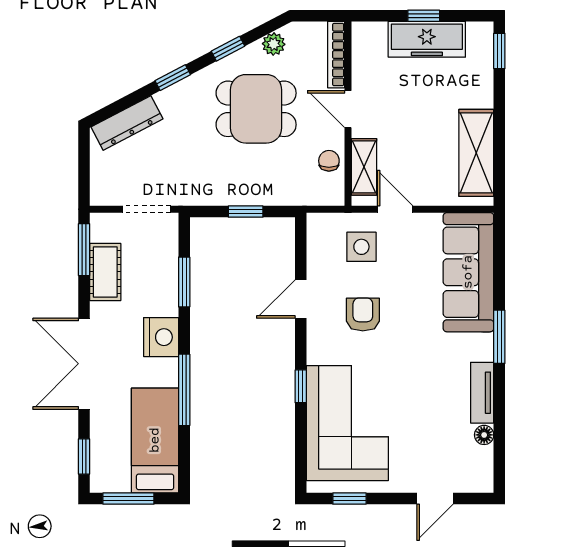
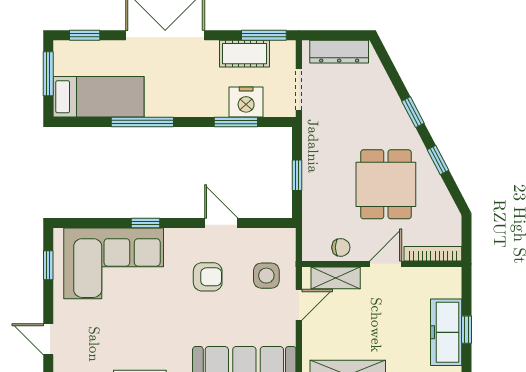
plant: (274, 44) -> (442, 200), removed
dresser: (127, 123) -> (339, 52), moved, turned -62
nightstand: (161, 337) -> (246, 102), moved

